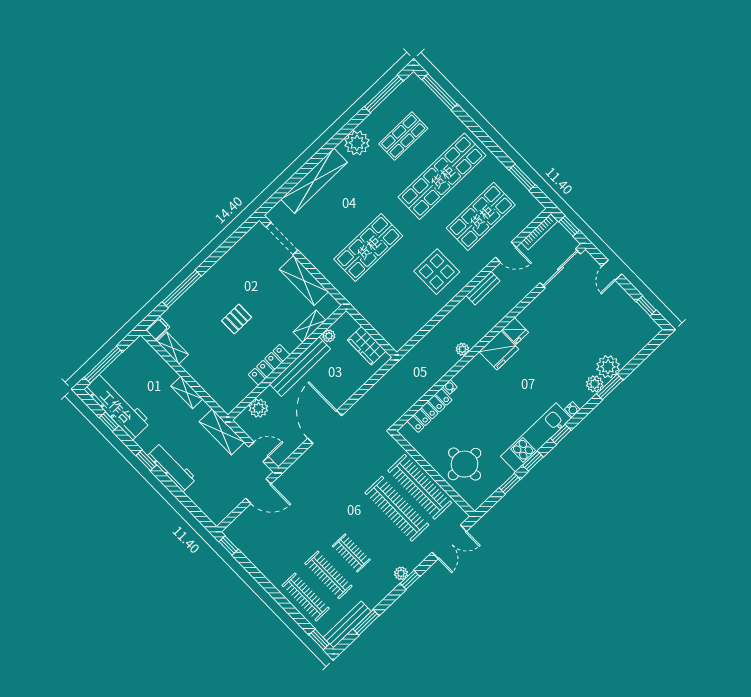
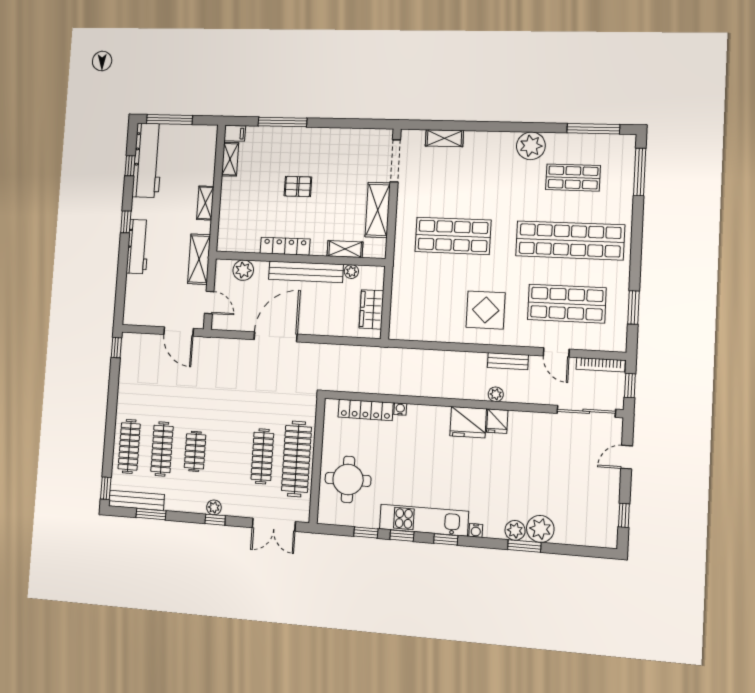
shelving: (314, 181) -> (444, 138), width x0.45, depth x0.75
plant: (462, 349) -> (496, 394), moved
clothes rail: (397, 509) -> (262, 456), width x0.73, depth x0.76

